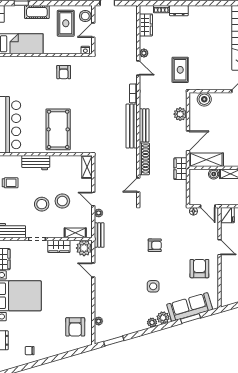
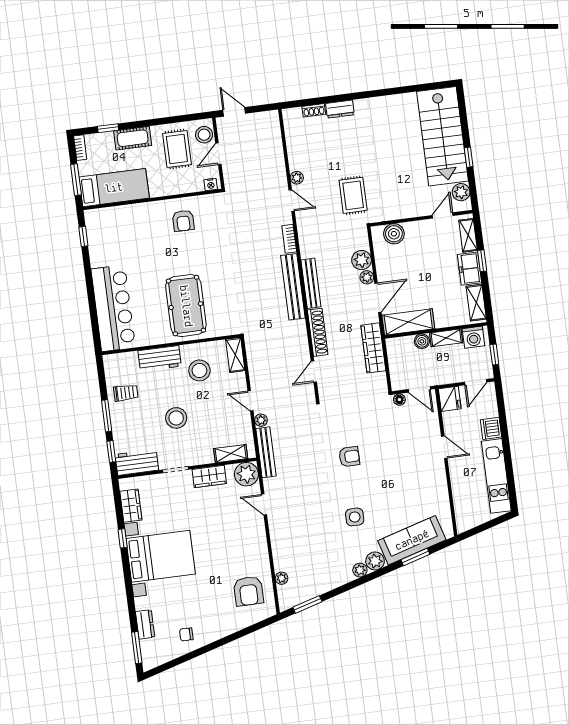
wardrobe: (146, 25) -> (294, 136), removed
plant: (182, 126) -> (367, 277), added
wardrobe: (180, 169) -> (373, 348), width x1.50
stool: (62, 201) -> (199, 370), moved
bench: (99, 235) -> (266, 452), width x1.36
armchair: (199, 269) -> (419, 482), removed

